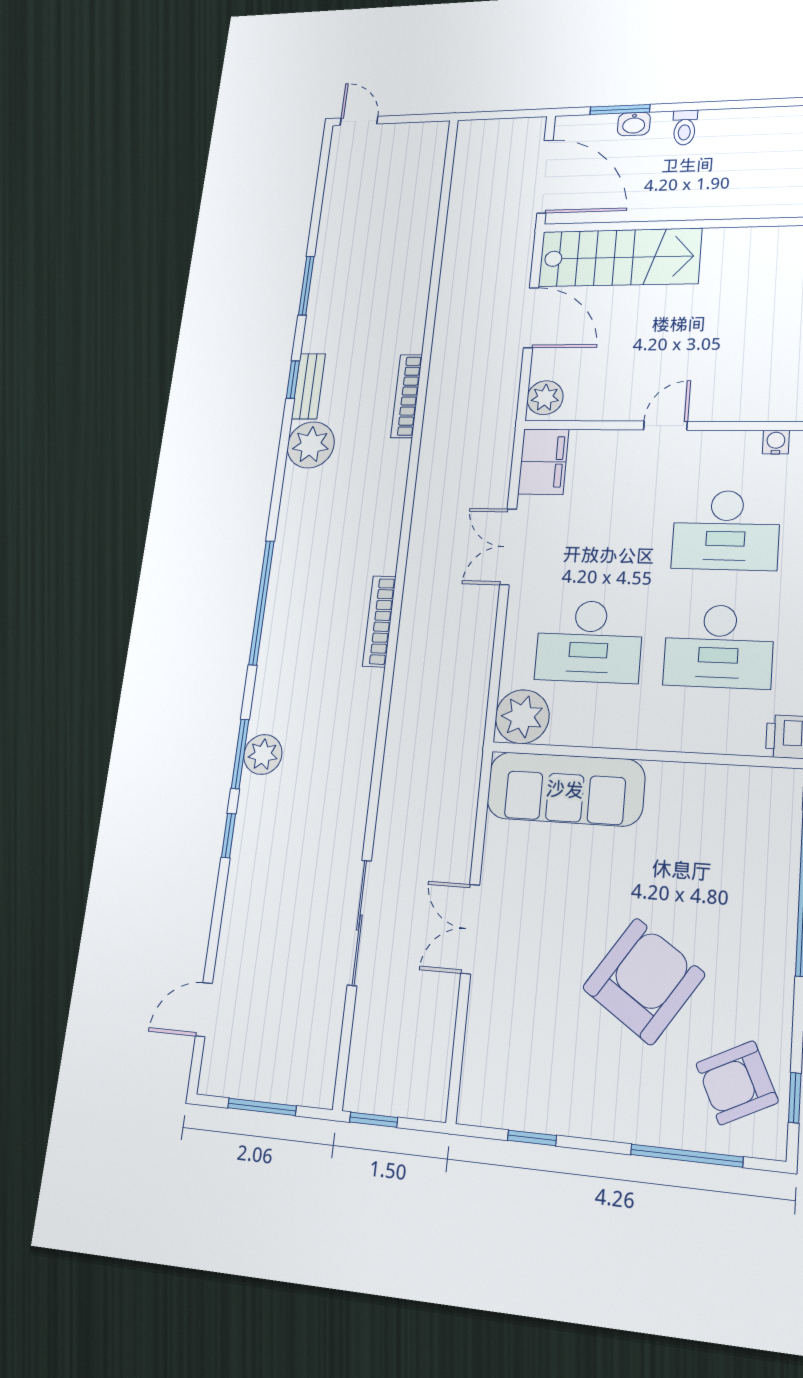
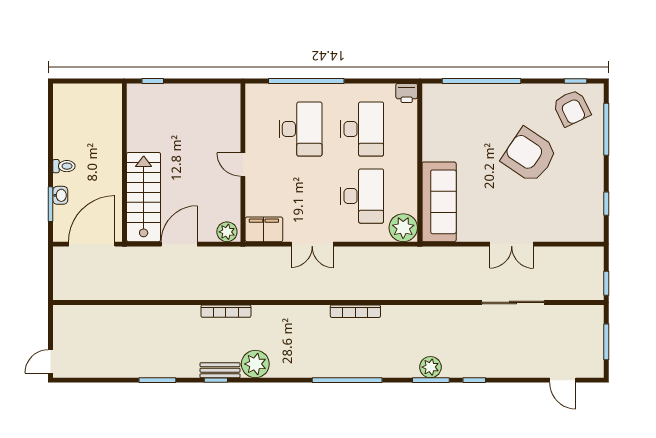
water cooler: (776, 442) -> (252, 106), removed

